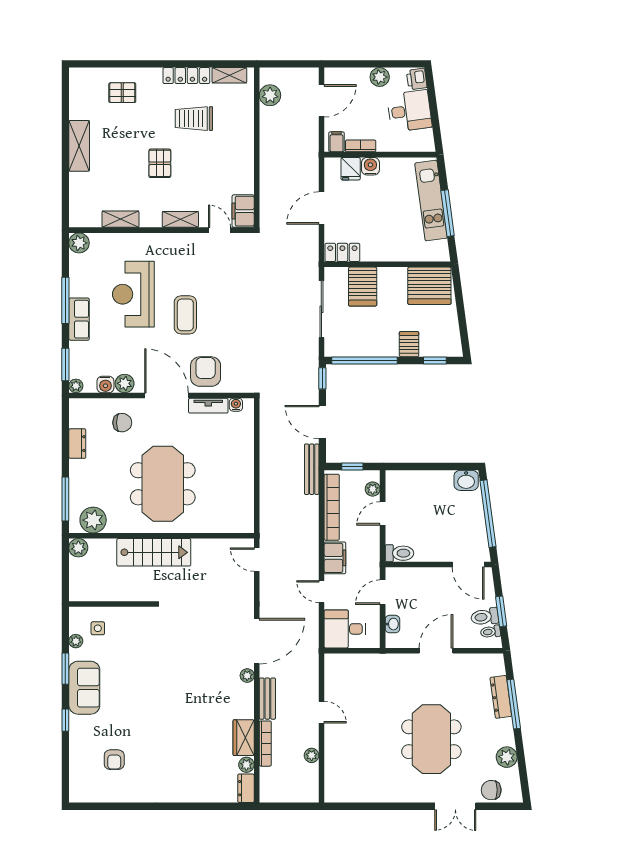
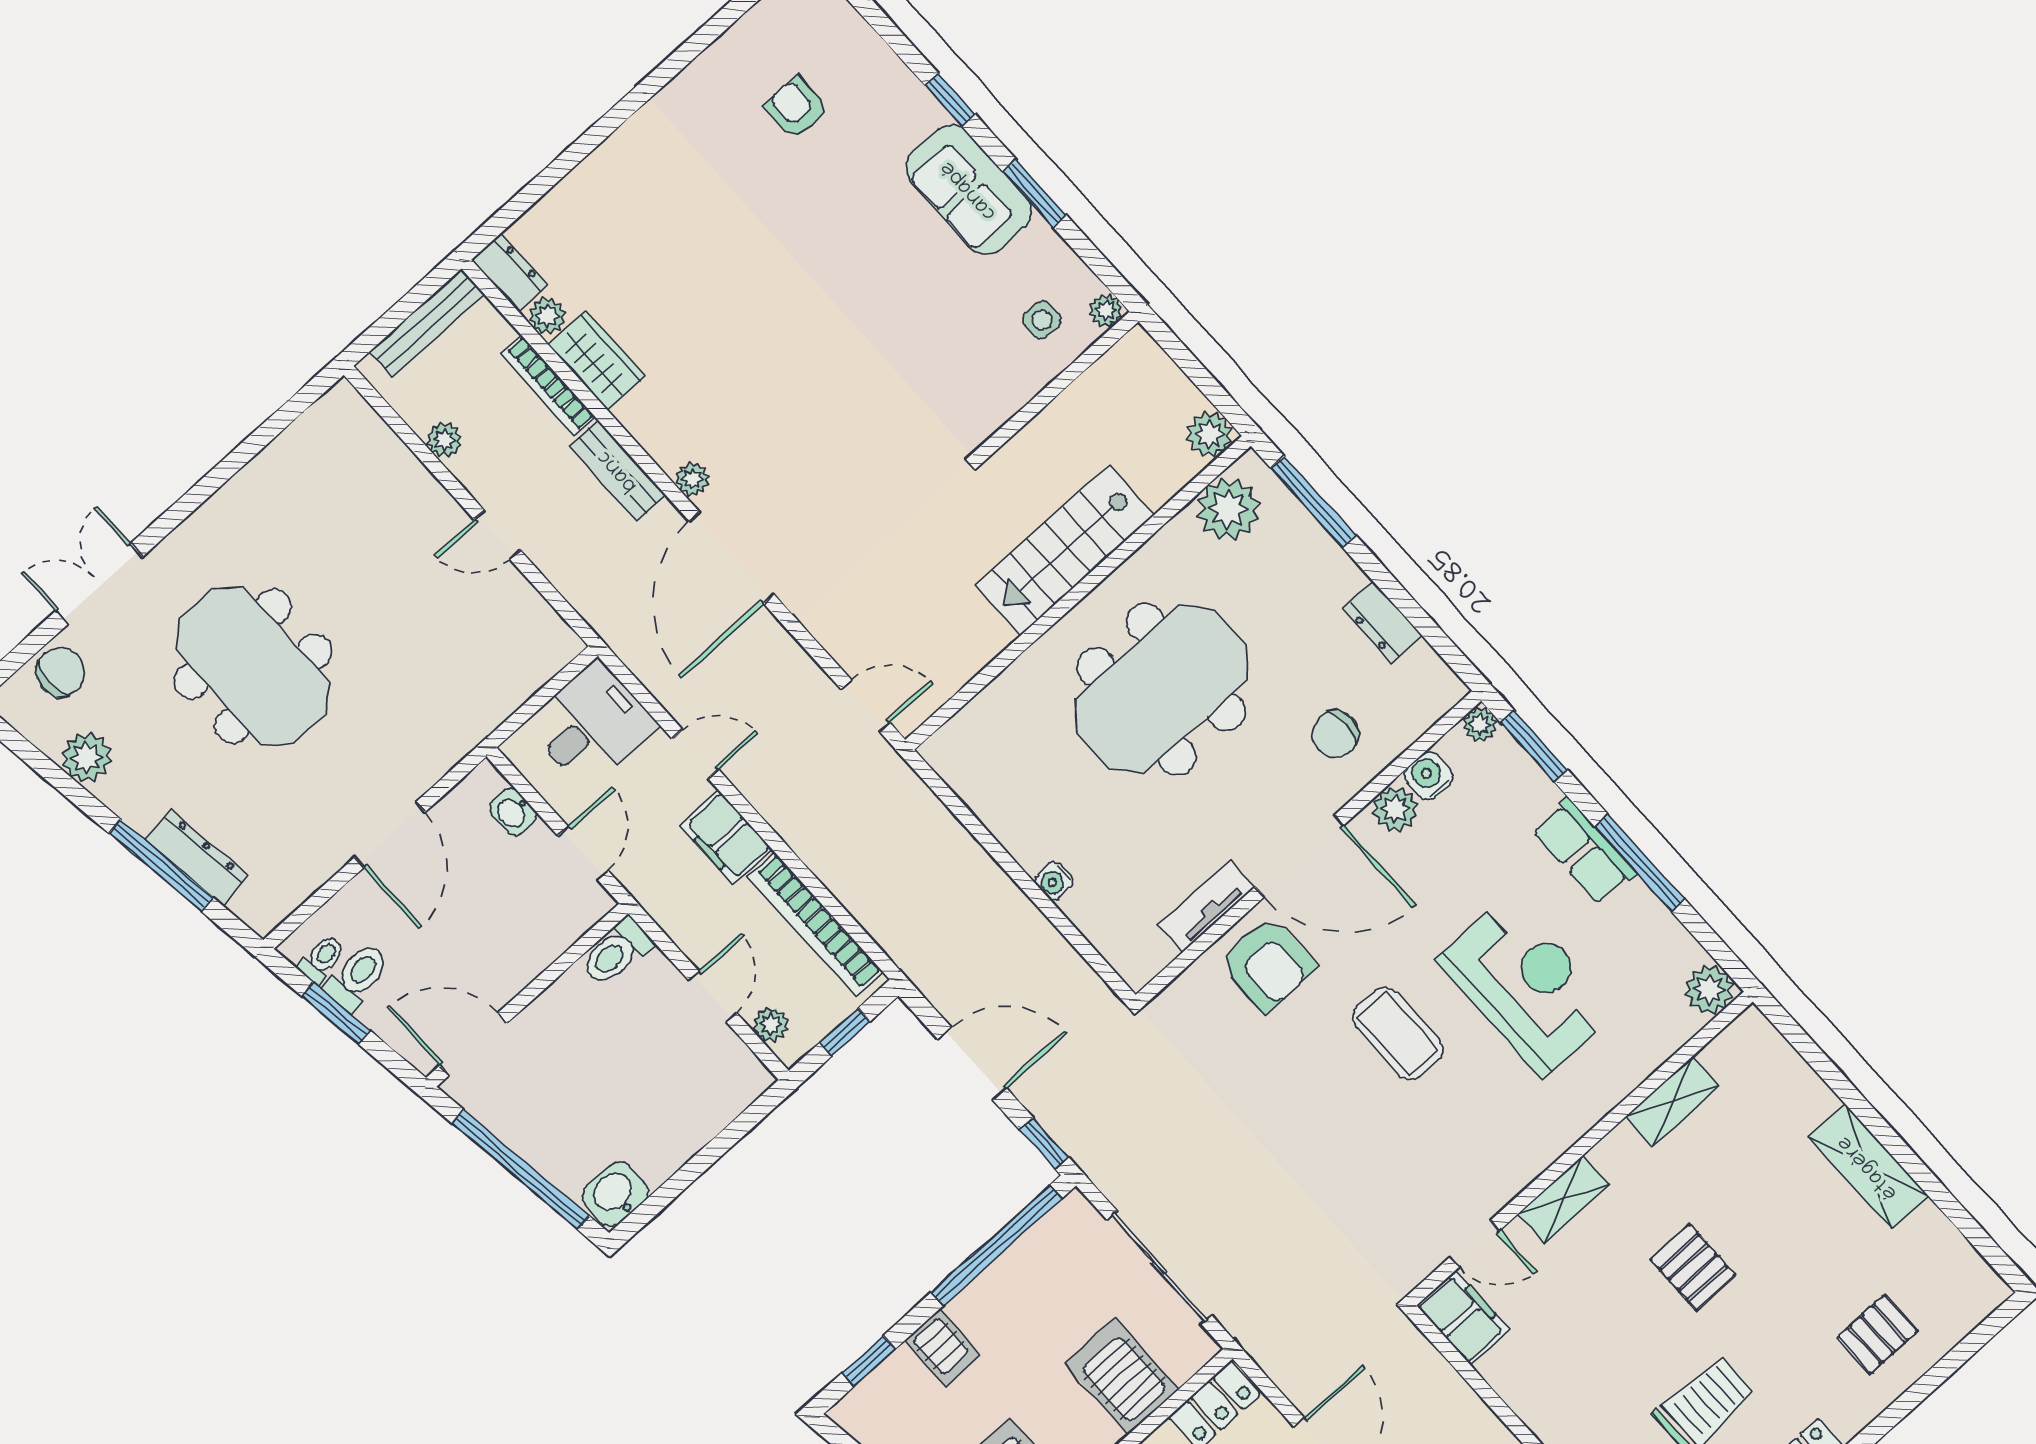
water cooler: (236, 405) -> (1054, 881), moved, turned 90
bench: (312, 469) -> (427, 323), moved, turned 90
meeting table: (163, 484) -> (1161, 689), turned 90
plant: (76, 641) -> (1106, 310), moved

